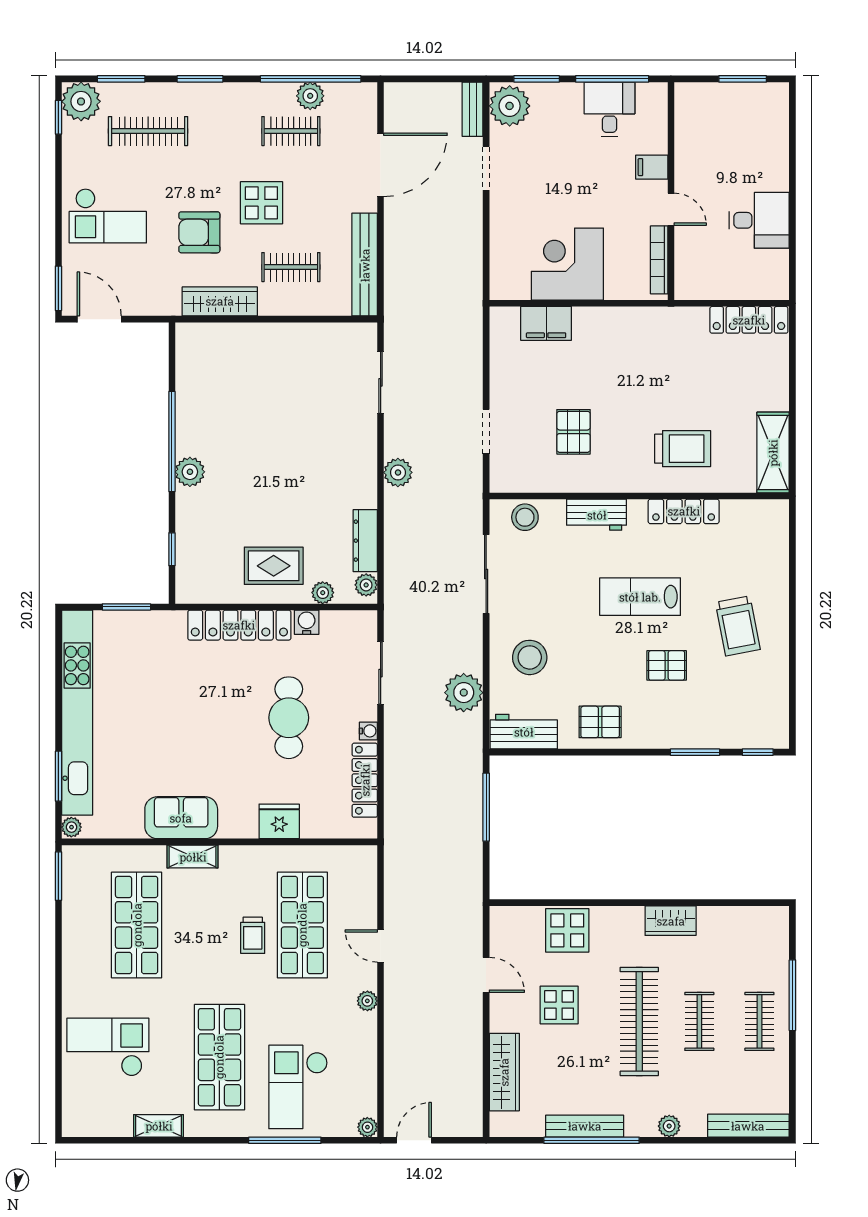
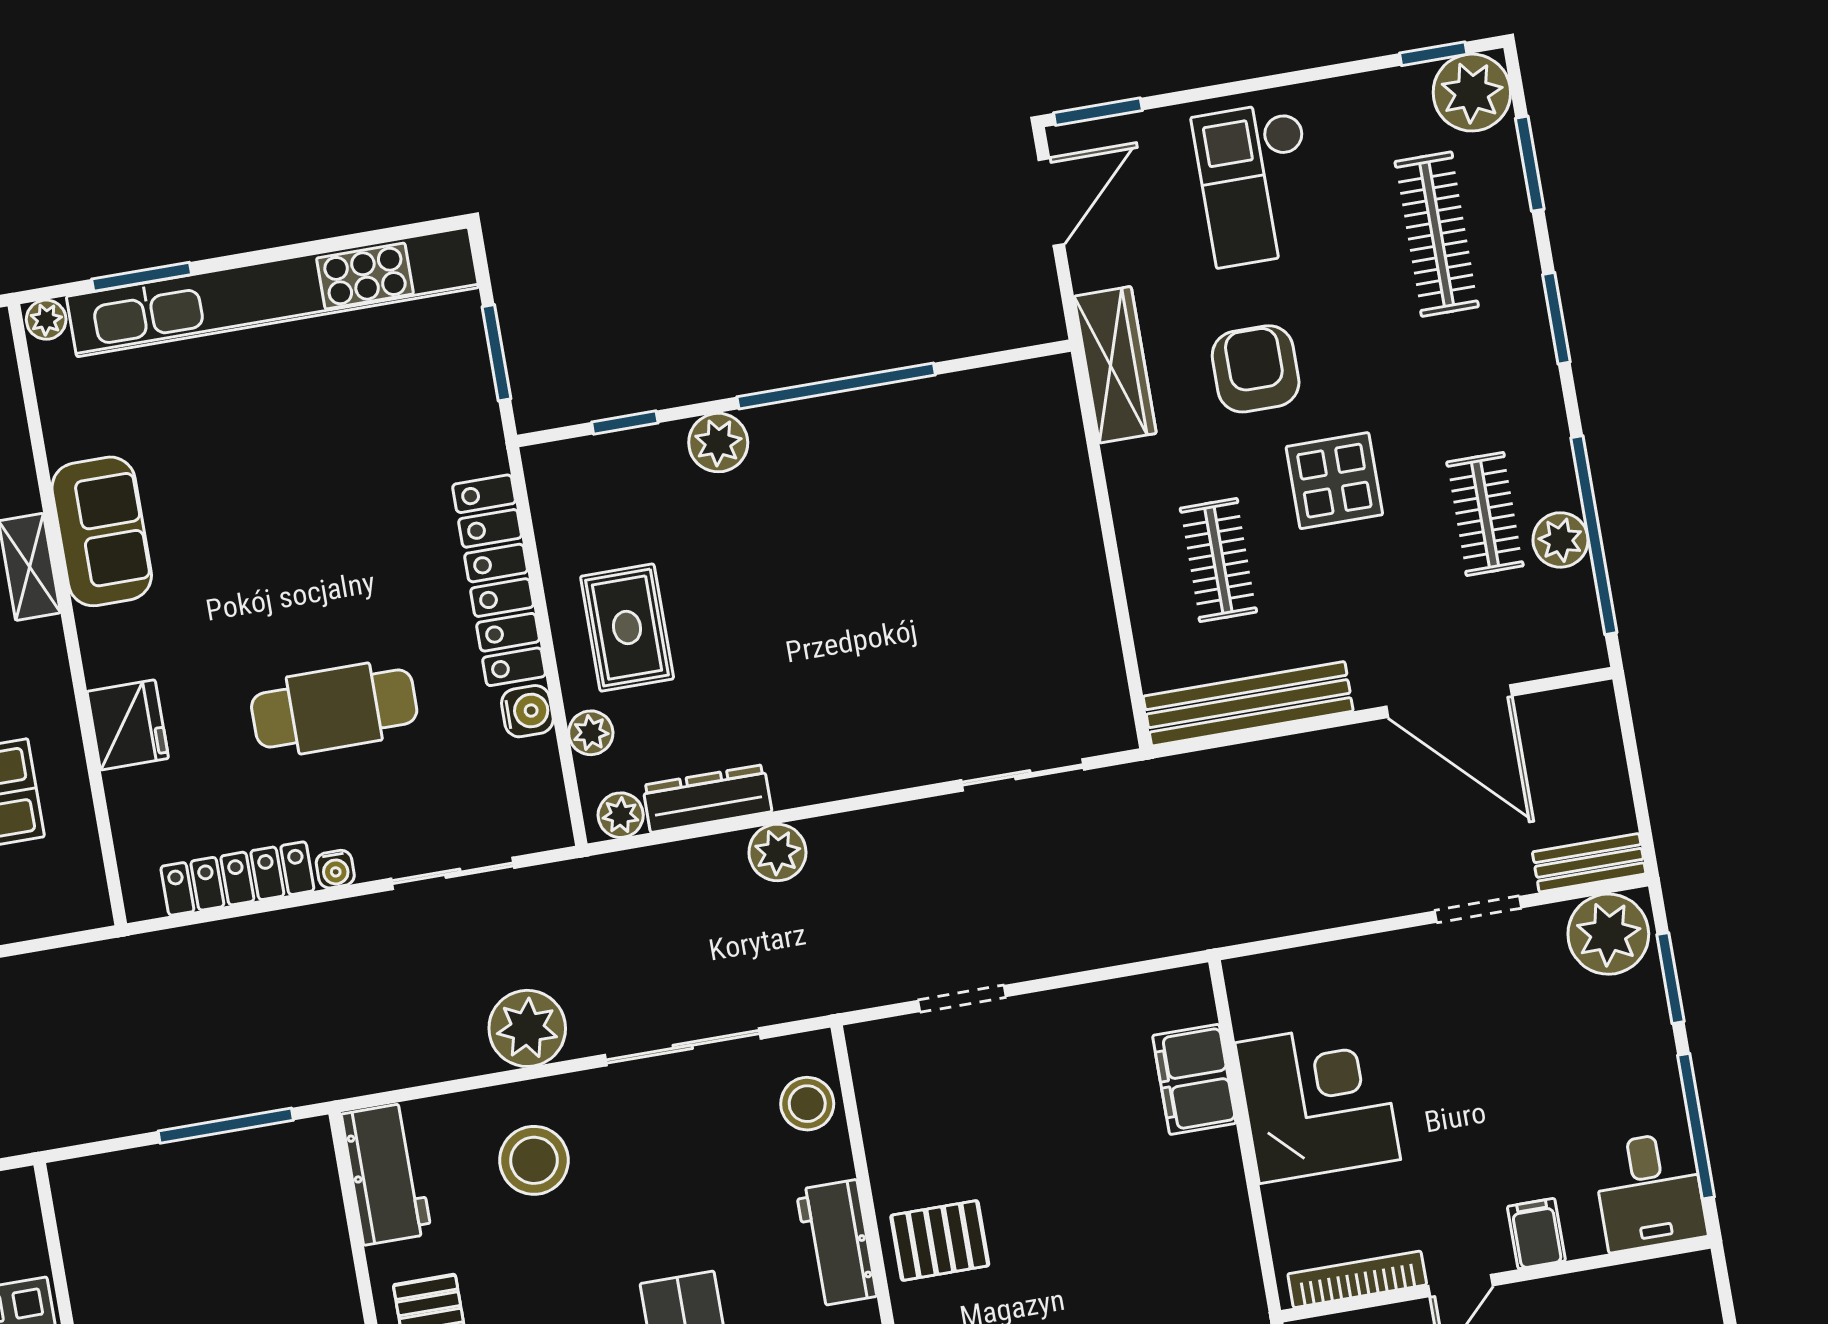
desk: (609, 109) -> (1650, 1191), moved, turned 90
wardrobe: (220, 301) -> (1115, 365), moved
pallet: (573, 432) -> (940, 1241), moved
plant: (190, 472) -> (718, 443), moved
plant: (398, 472) -> (777, 852), moved
plant: (464, 693) -> (527, 1028), moved

